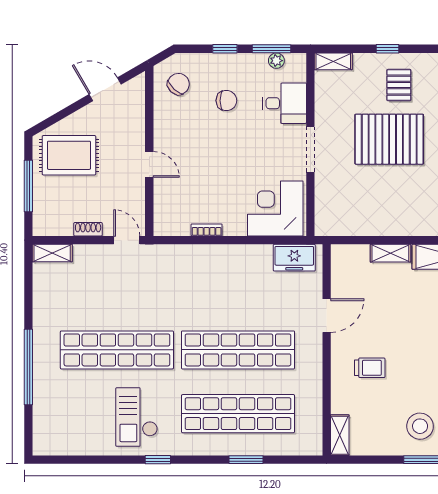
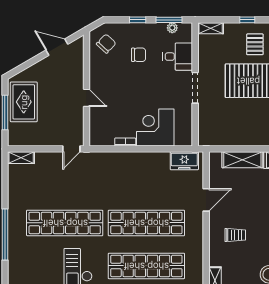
rug: (69, 155) -> (24, 102), moved, turned 90
corner desk: (275, 208) -> (155, 128), moved
shoe rack: (88, 229) -> (45, 142), removed
door: (127, 240) -> (71, 149), swing flipped
shelving: (390, 253) -> (242, 160), width x1.50, depth x1.33

